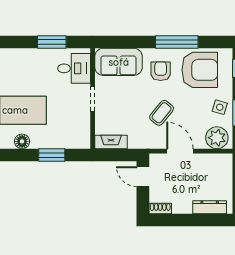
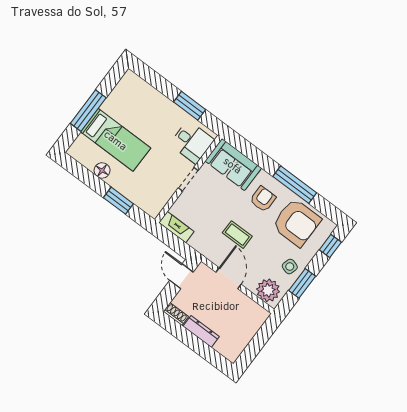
coffee table: (162, 113) -> (237, 235), turned 51
dresser: (210, 207) -> (201, 331), moved

